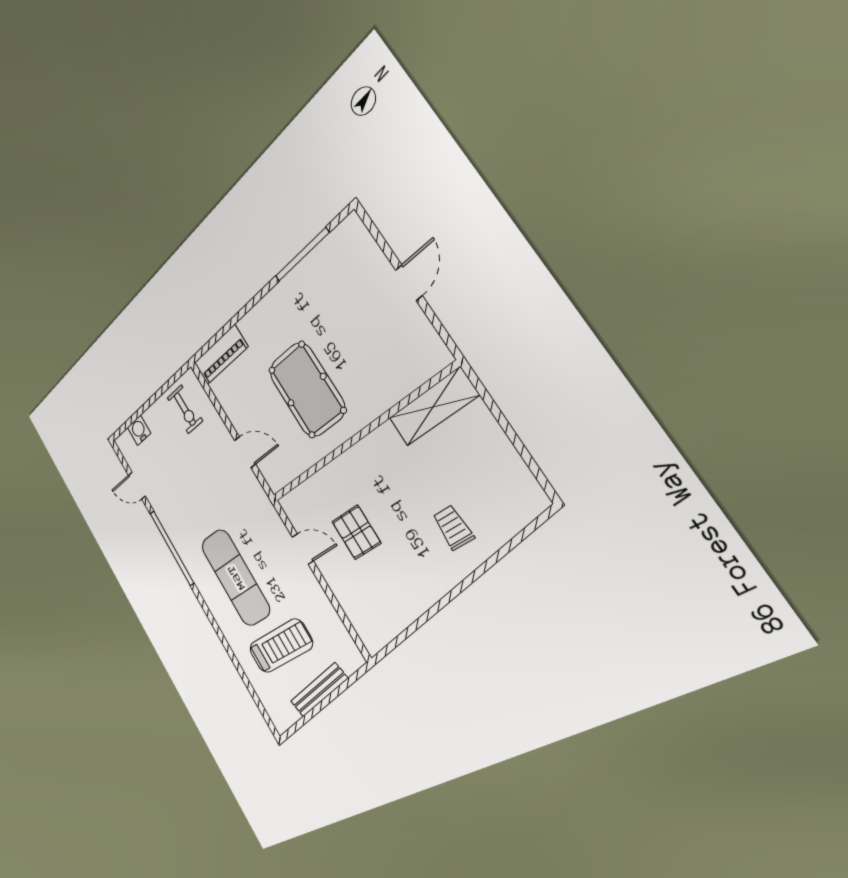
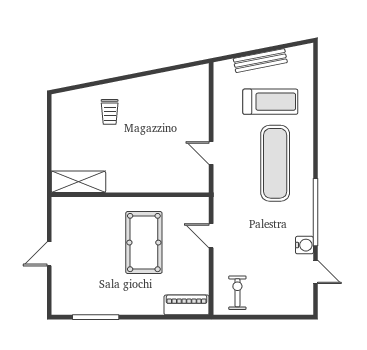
water cooler: (139, 430) -> (304, 245), moved, turned -90
pallet: (356, 532) -> (168, 142), removed
treadmill: (281, 646) -> (270, 102), turned 180

